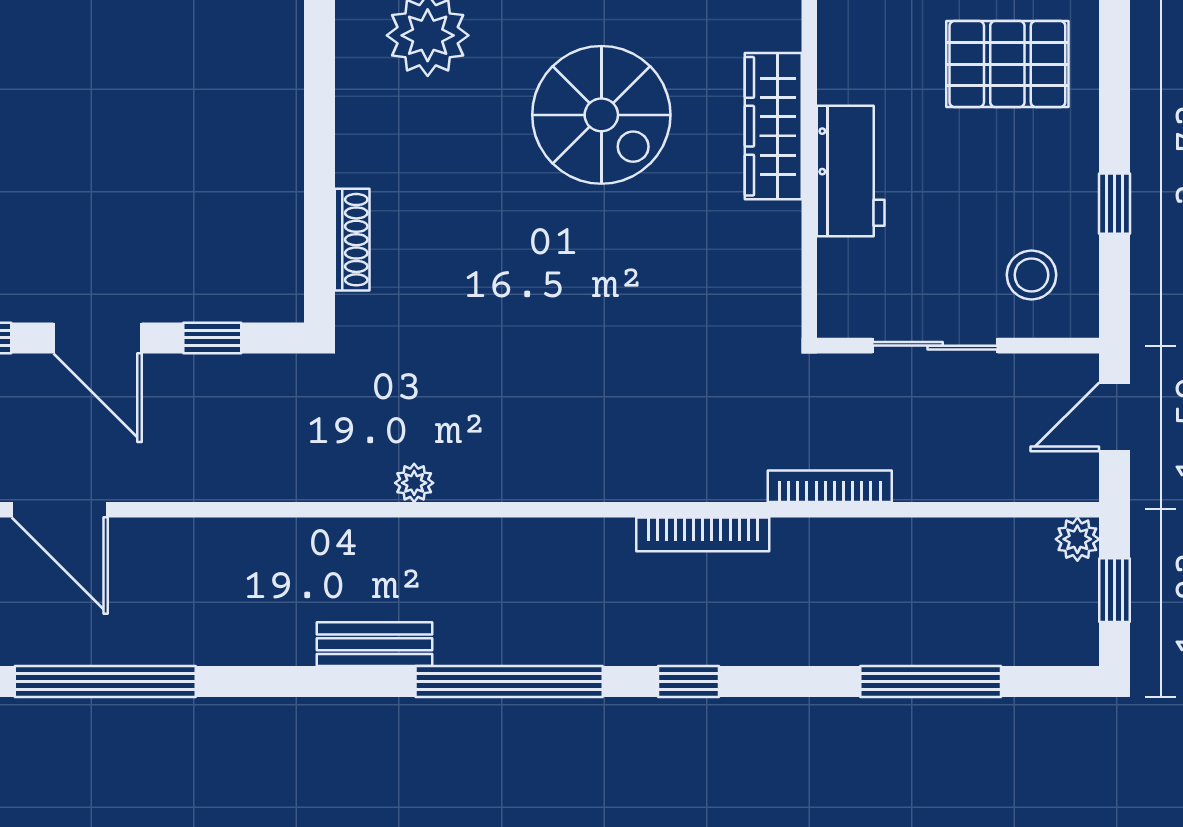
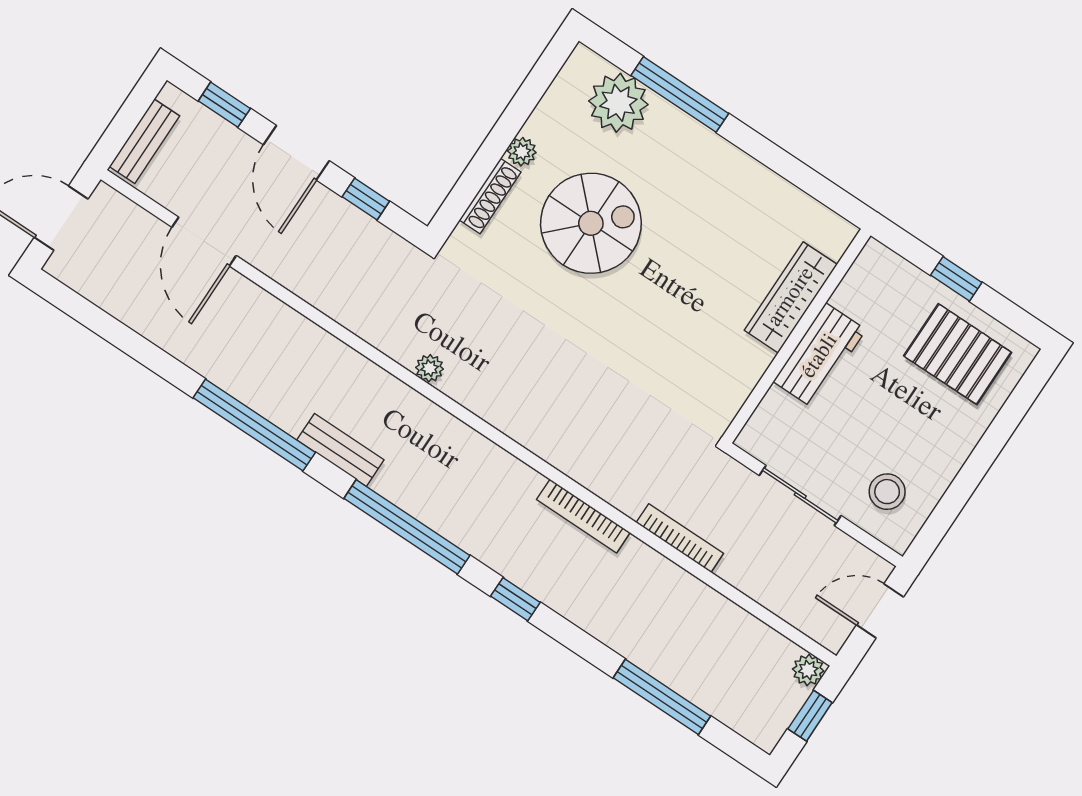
spiral stairs: (601, 115) -> (591, 223), moved, turned -90
plant: (355, 165) -> (522, 152), added
window: (1114, 204) -> (966, 482), removed
window: (105, 682) -> (254, 425), moved

